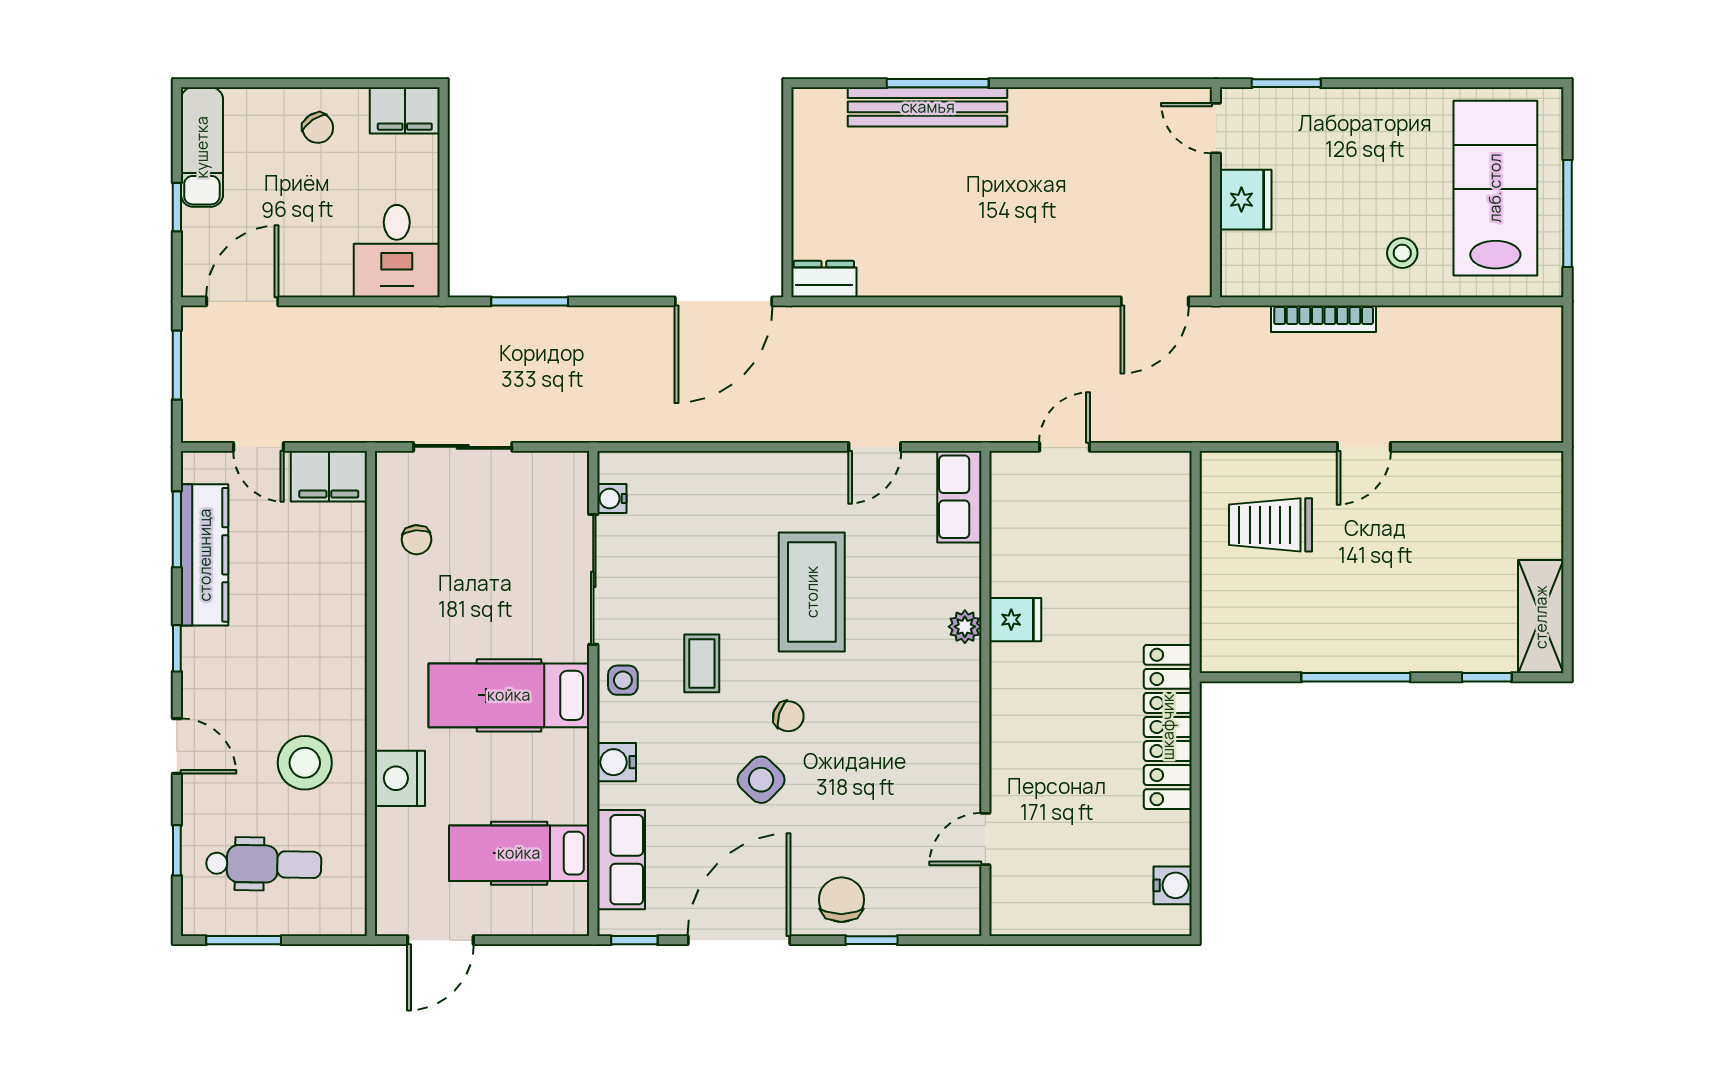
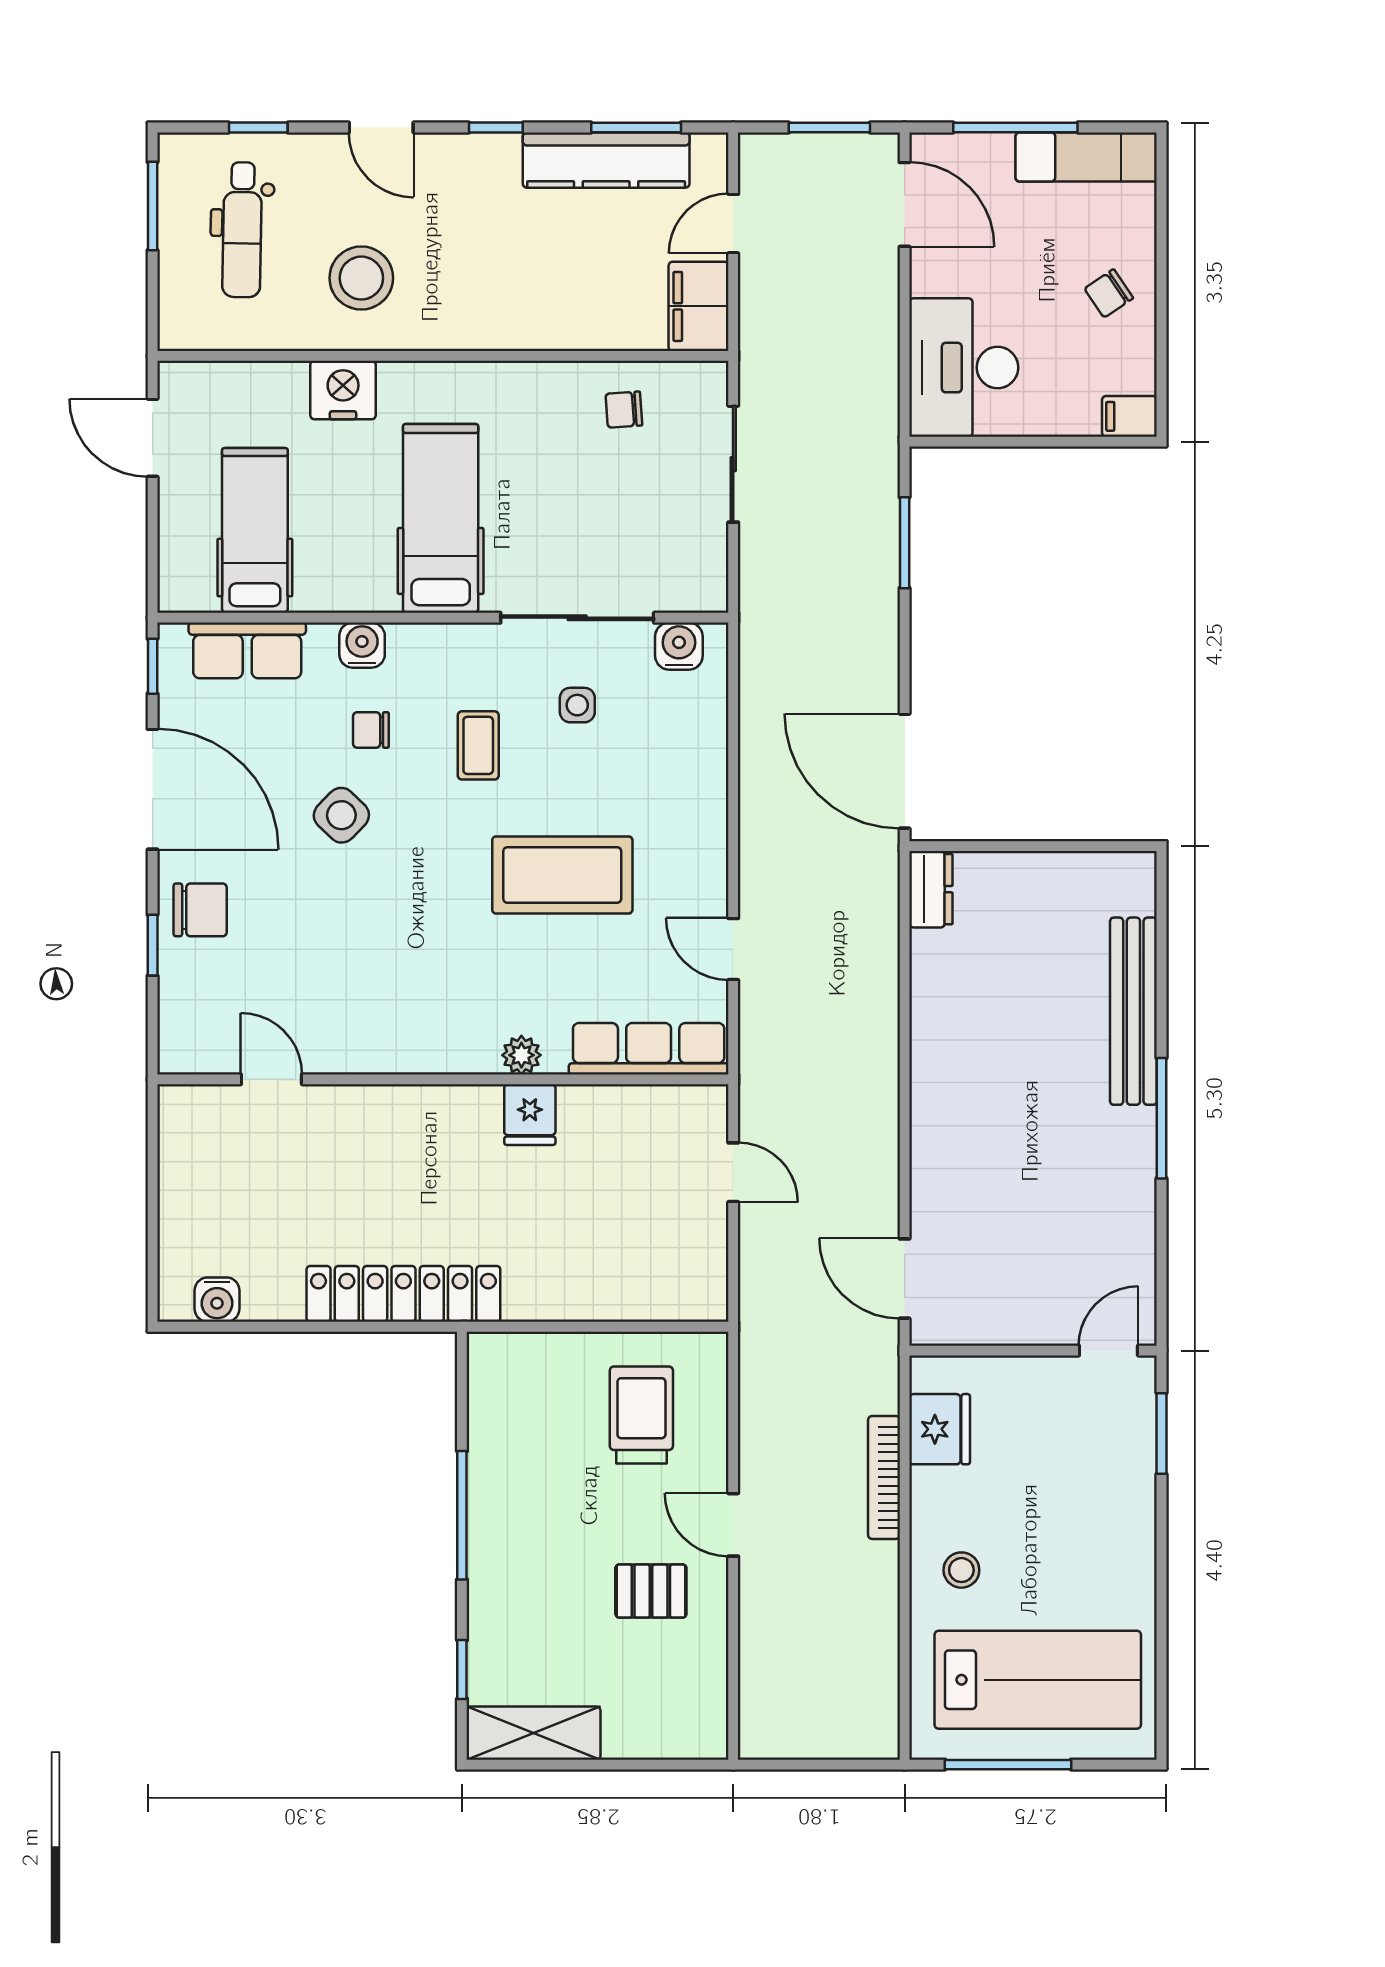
window: (938, 83) -> (1161, 1118), moved
filing cabinet: (405, 110) -> (1129, 416), width x0.50
fridge: (1246, 200) -> (940, 1429), moved, turned -90
window: (177, 207) -> (1015, 128), width x2.17
desk: (397, 251) -> (964, 368), width x1.37
row of seats: (959, 497) -> (649, 1049), width x1.48
water cooler: (612, 499) -> (679, 646), width x1.38, depth x1.38
pallet: (1420, 517) -> (651, 1591), added
coffee table: (702, 663) -> (478, 745), turned 90
side table: (623, 680) -> (577, 705), moved
chair: (788, 716) -> (371, 730), moved, turned 72
door: (177, 746) -> (381, 128), hinge flipped

